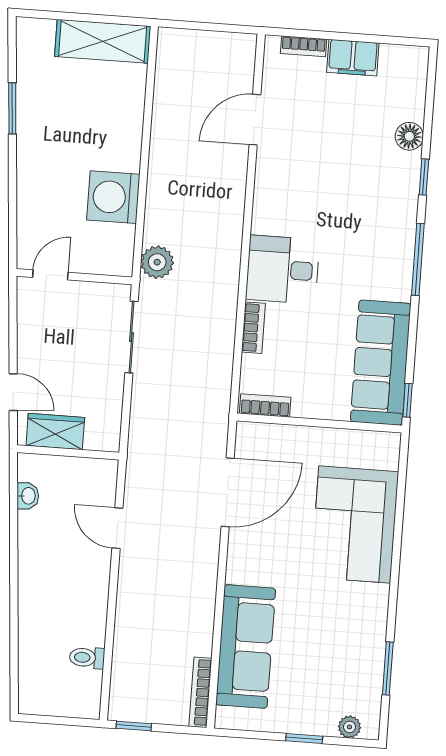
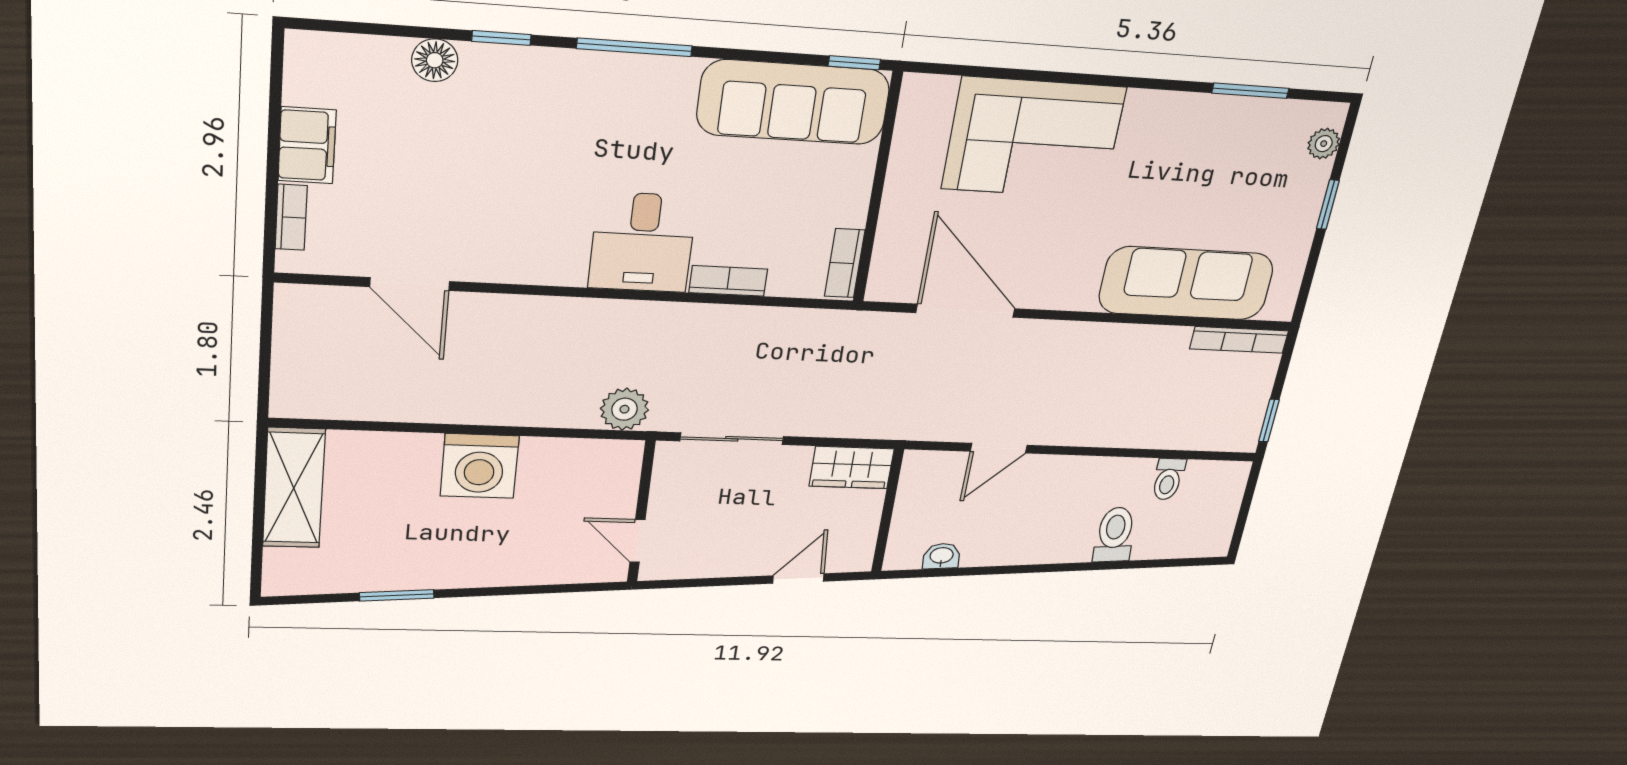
washing machine: (113, 197) -> (480, 466), moved
wardrobe: (55, 431) -> (852, 468), moved, turned -90
toilet: (41, 624) -> (1115, 535), added

